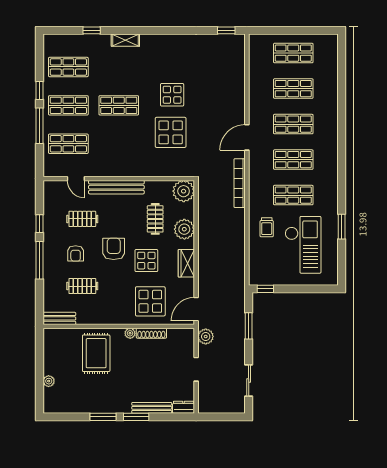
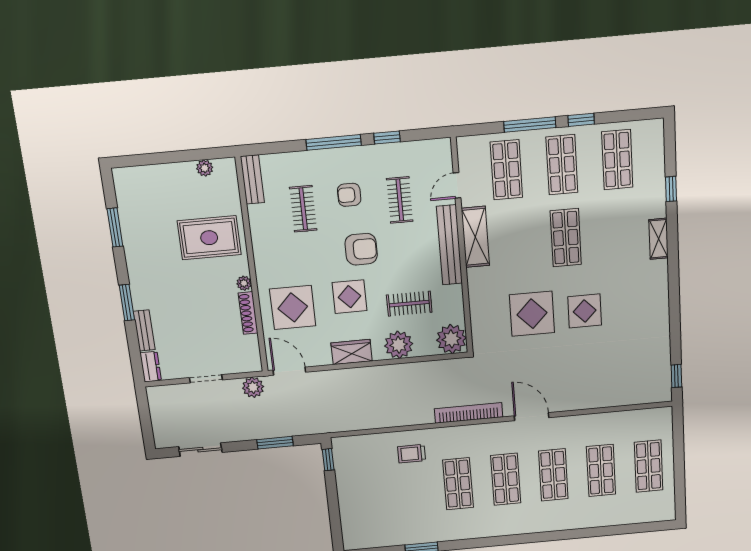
shelving: (112, 169) -> (475, 237), added
checkout: (303, 245) -> (392, 502), removed
plant: (49, 381) -> (205, 168), moved
bench: (152, 408) -> (144, 330), width x0.73
window: (103, 417) -> (115, 228), moved

